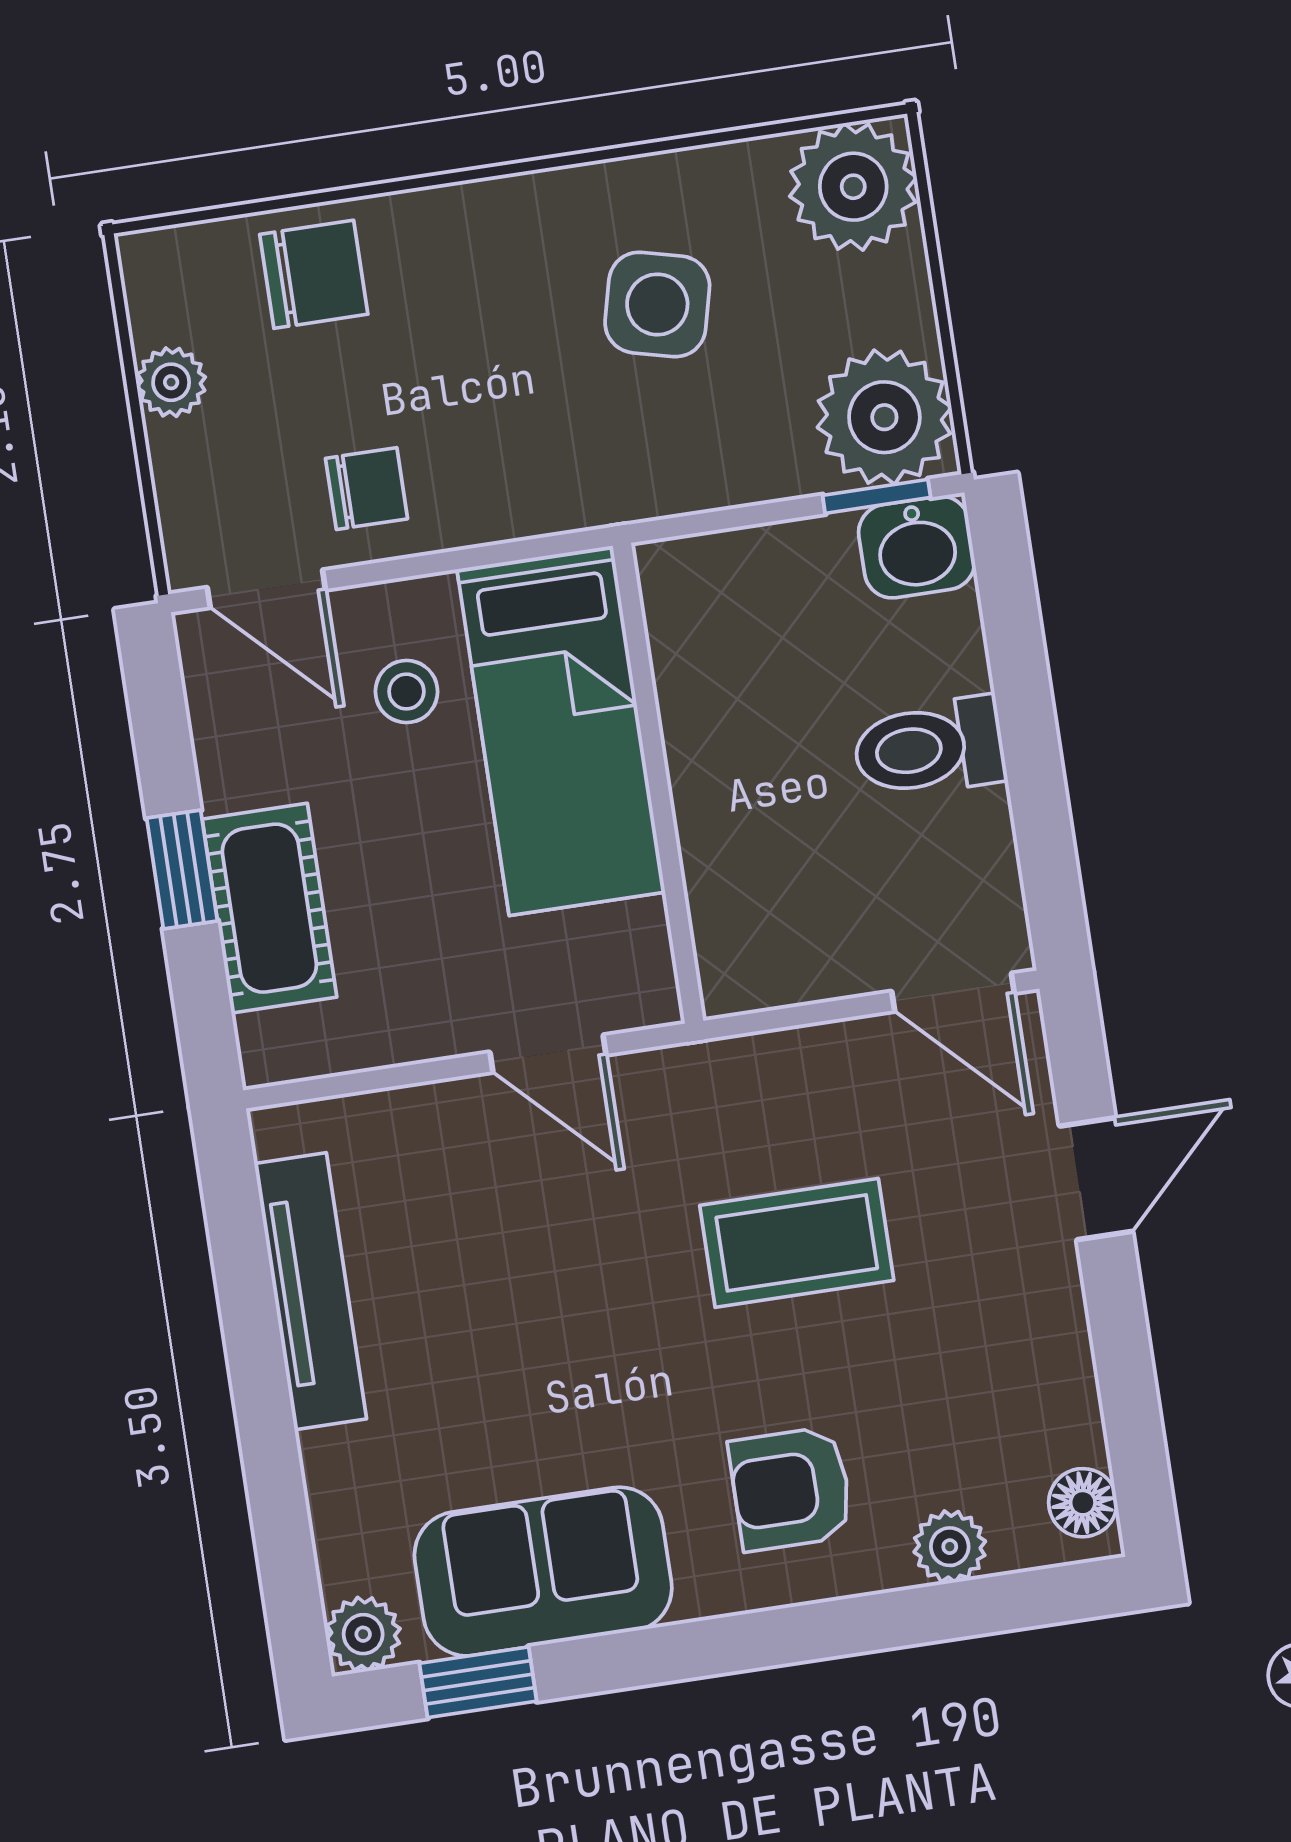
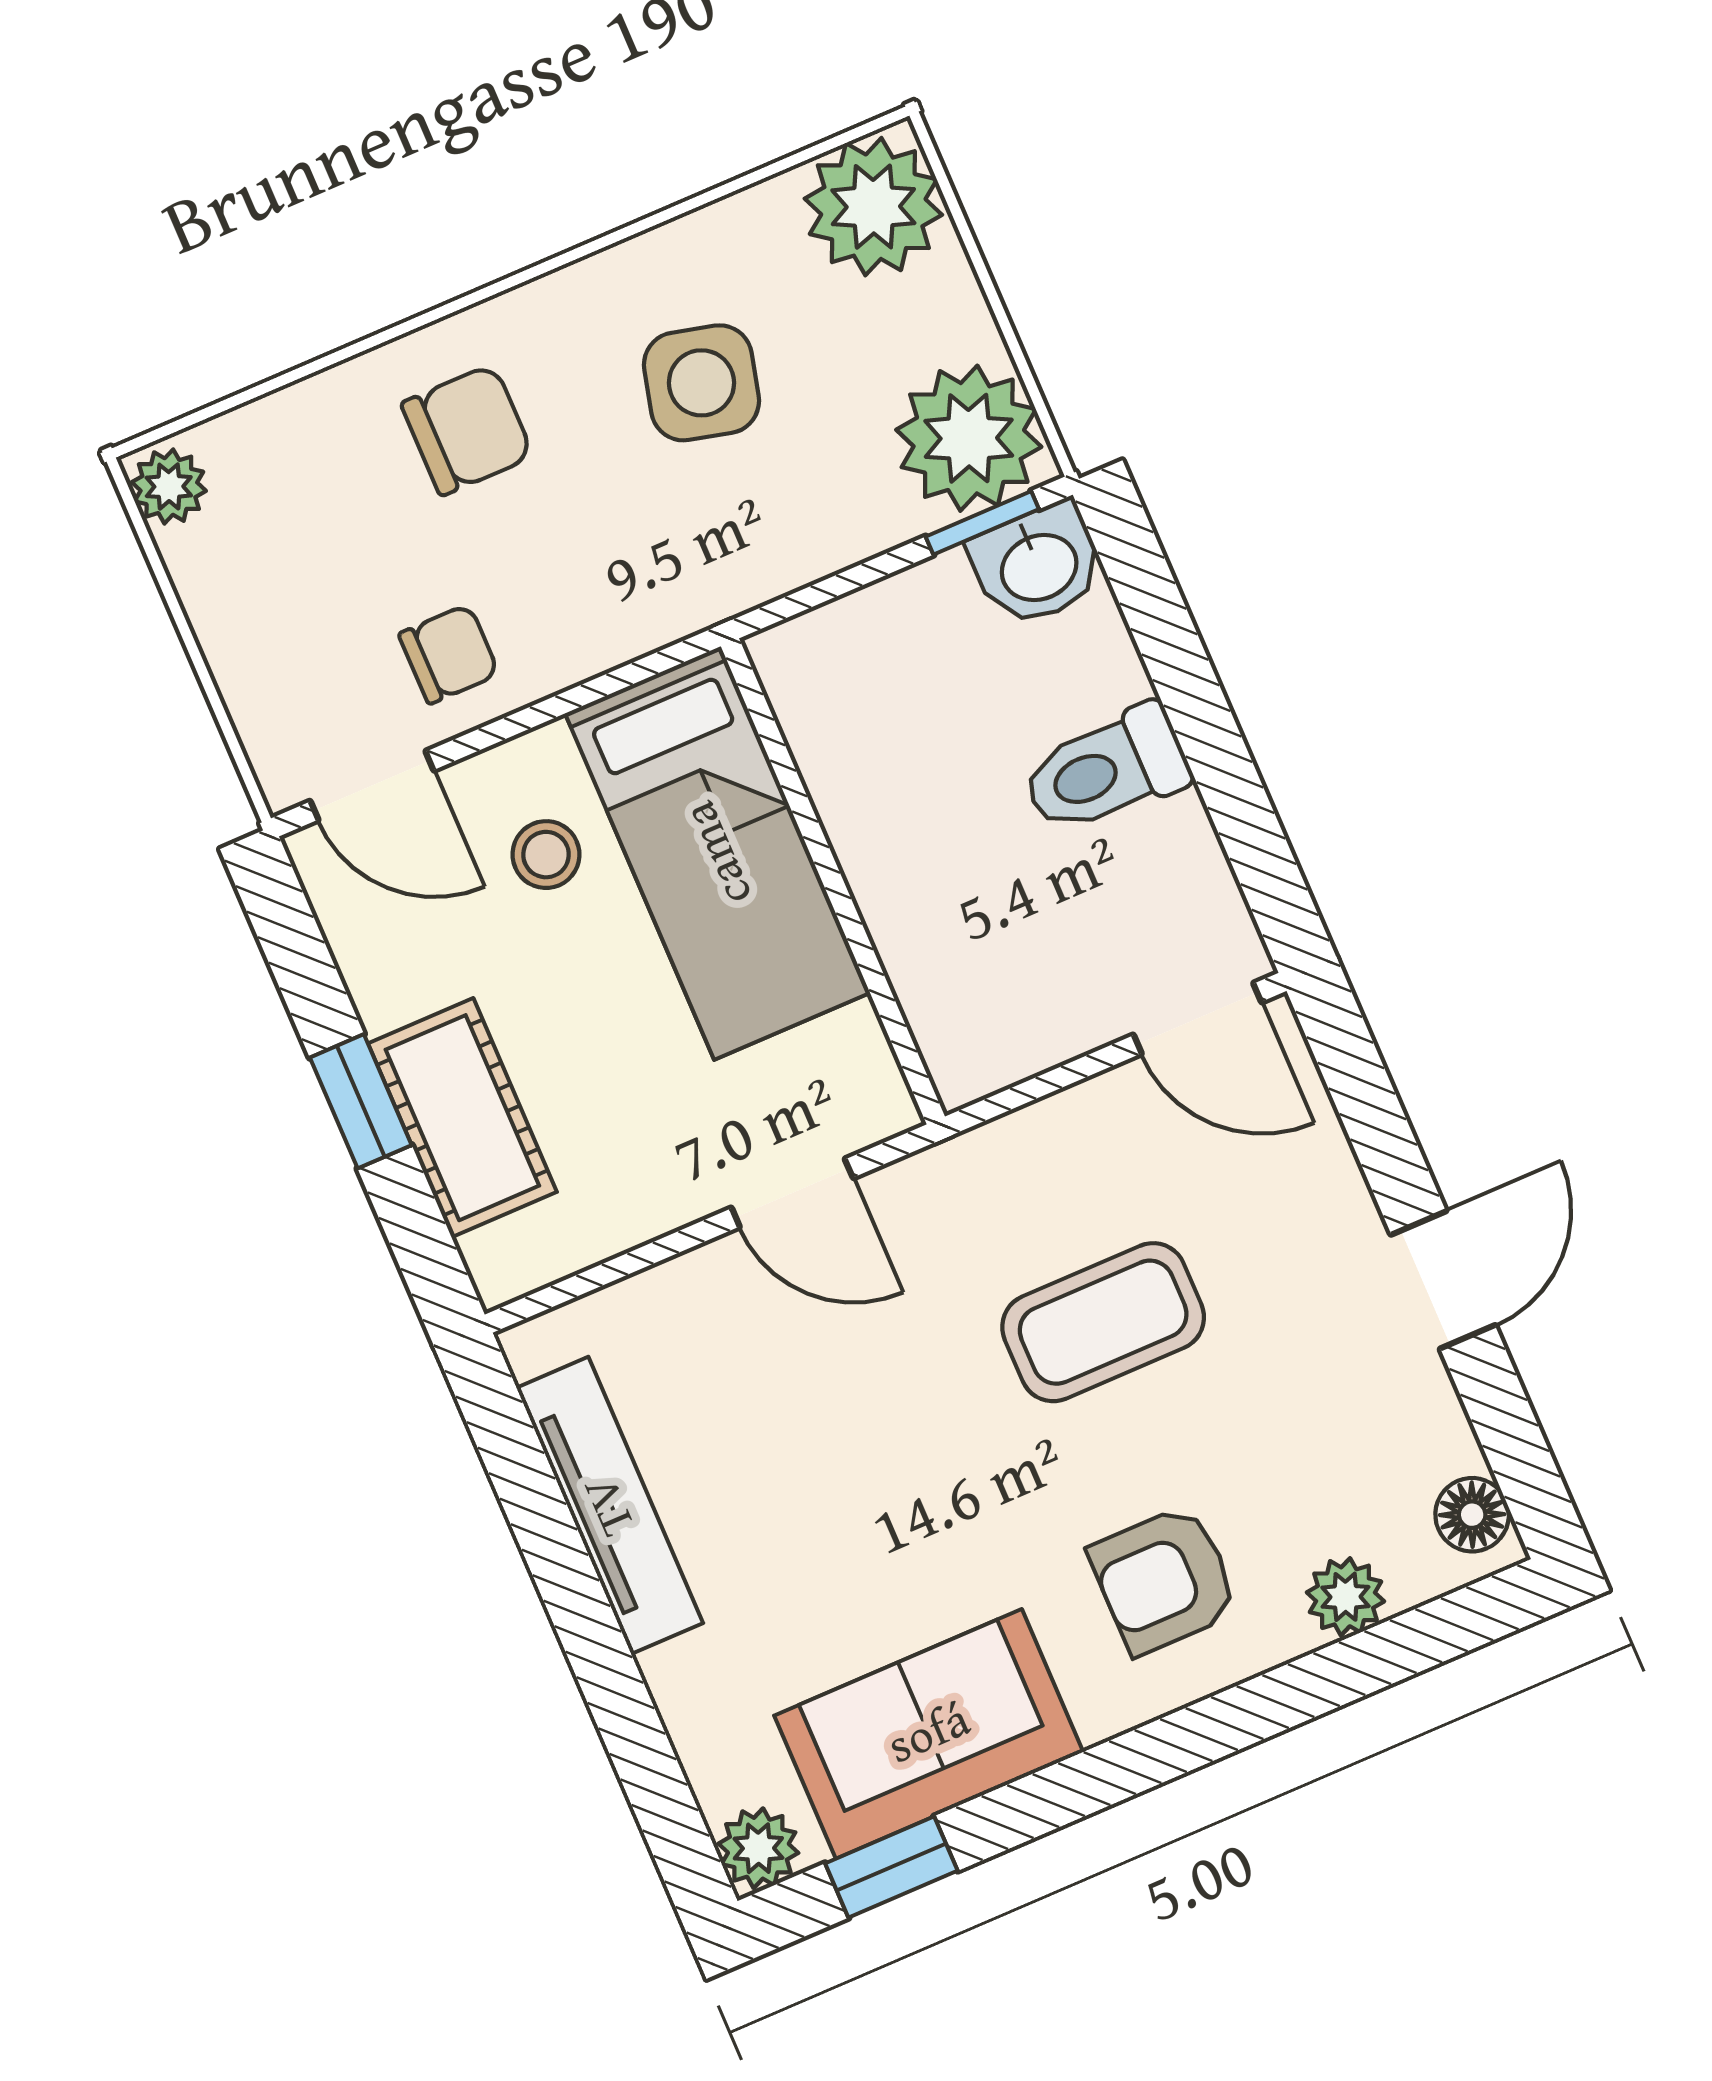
chair: (314, 274) -> (467, 430), moved
plant: (171, 382) -> (169, 487), moved
door: (1096, 1179) -> (1443, 1280), moved

